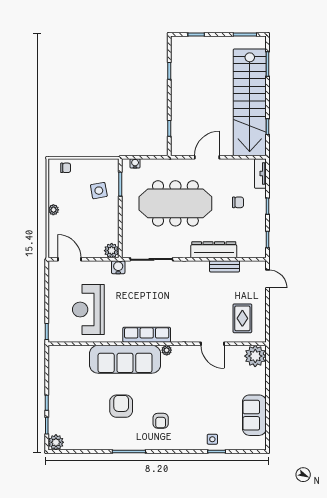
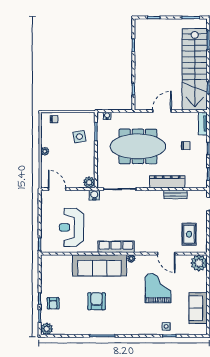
grand piano: (202, 389) -> (158, 288), added
armchair: (161, 421) -> (53, 303), moved

